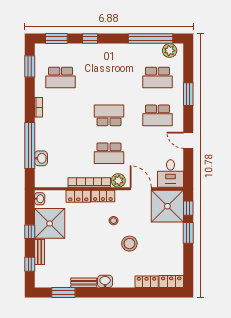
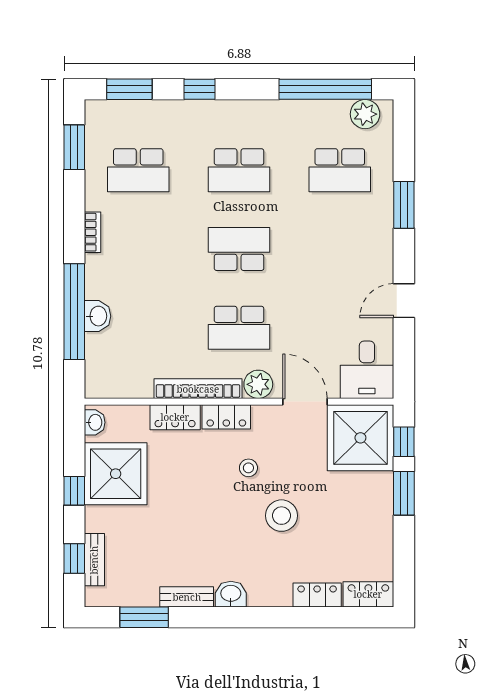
school desk: (157, 115) -> (239, 170), moved
door: (188, 140) -> (404, 301), hinge flipped
washbasin: (41, 158) -> (98, 316), moved
bench: (39, 252) -> (94, 560), moved

